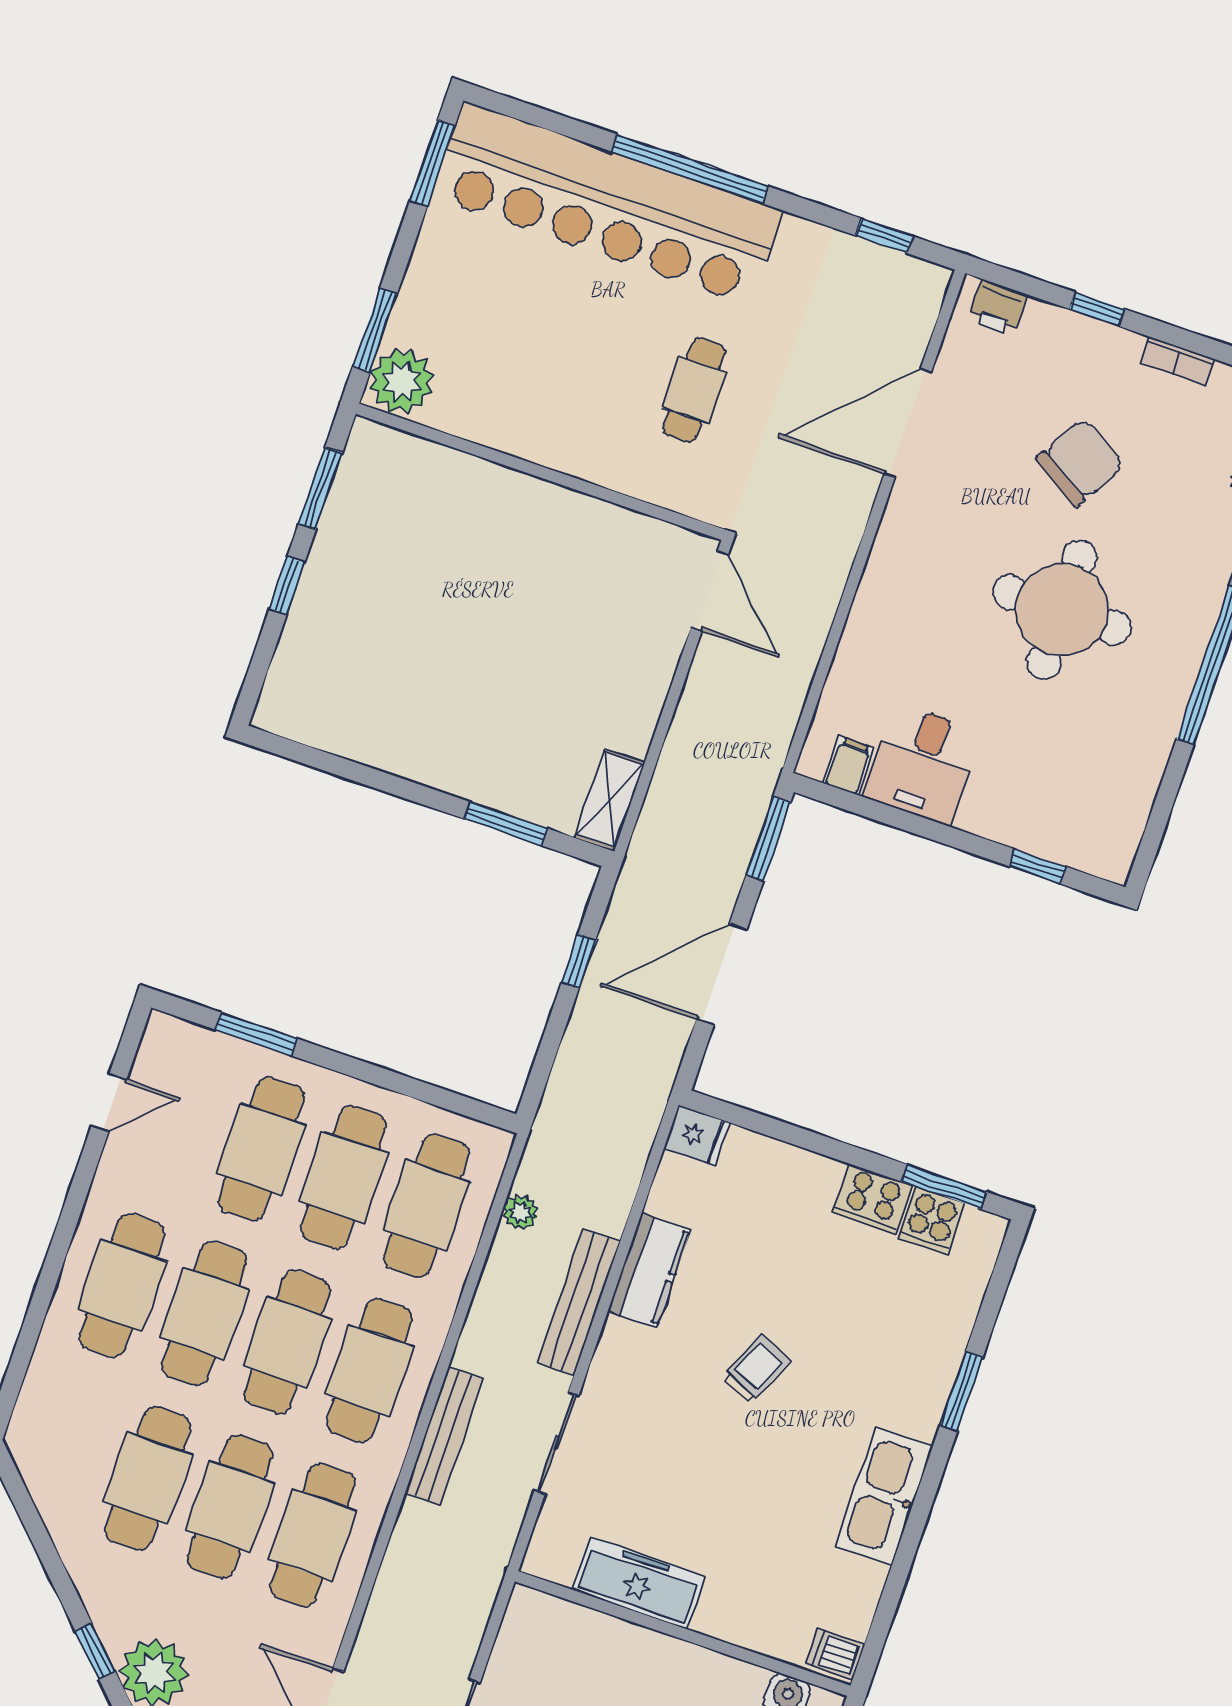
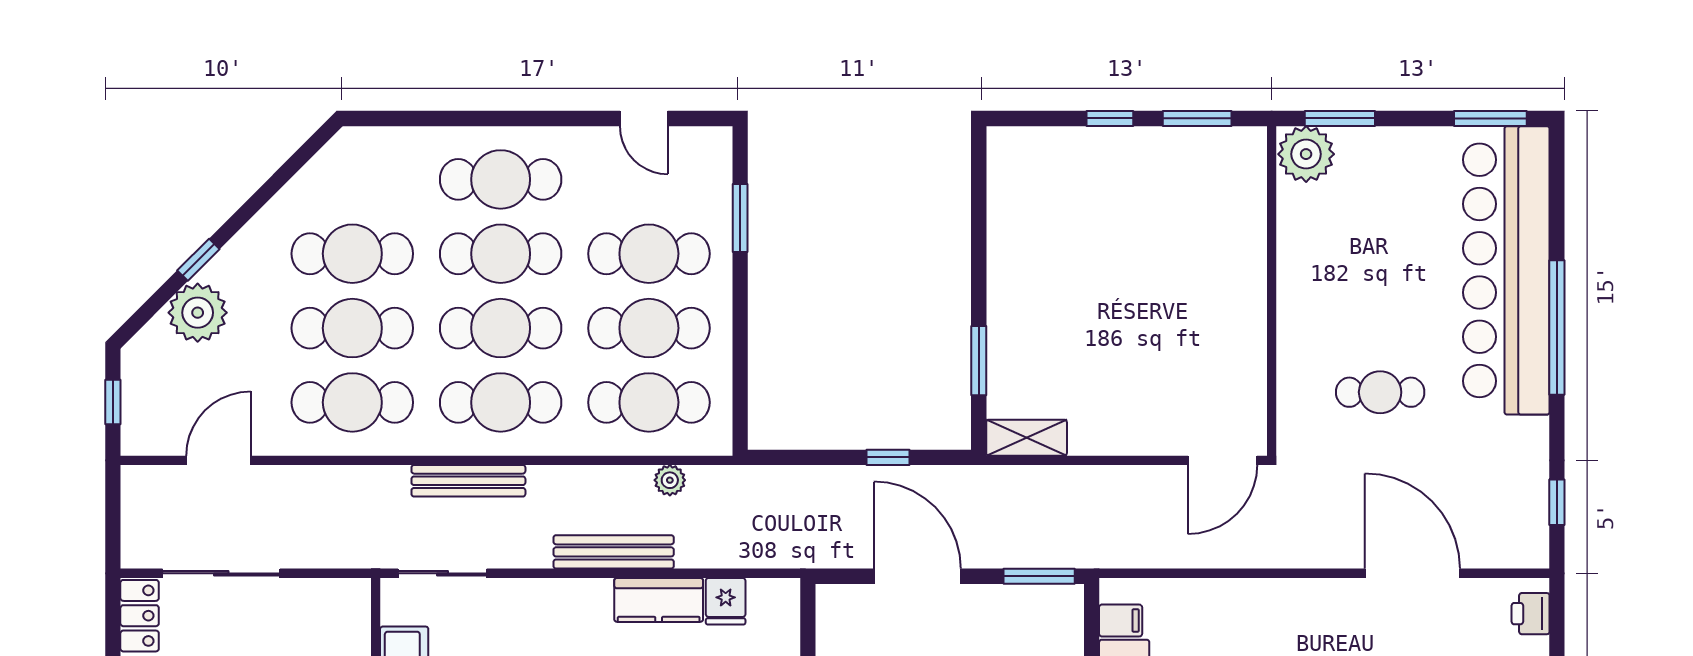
fridge: (697, 1136) -> (726, 601), moved
sliding door: (557, 1443) -> (442, 573), moved

